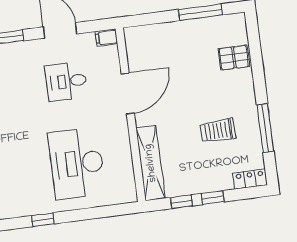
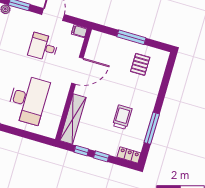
window: (200, 12) -> (131, 37), moved
pallet: (234, 58) -> (140, 64), moved, turned 90
trolley: (218, 131) -> (122, 117), turned 92
desk: (77, 163) -> (28, 100), turned 180

